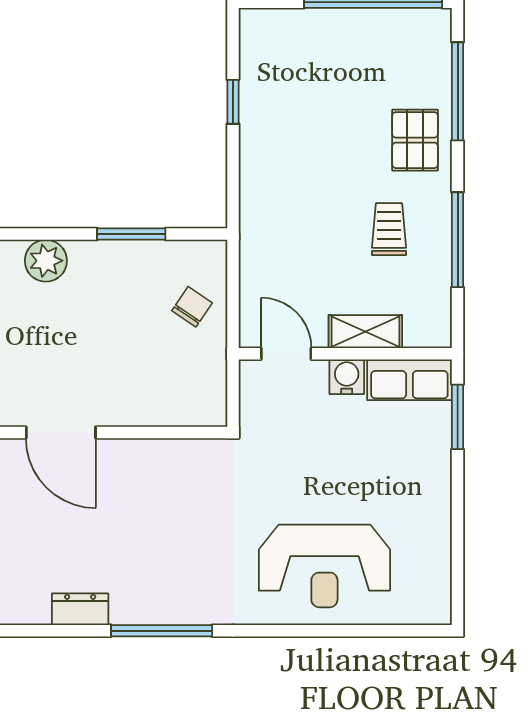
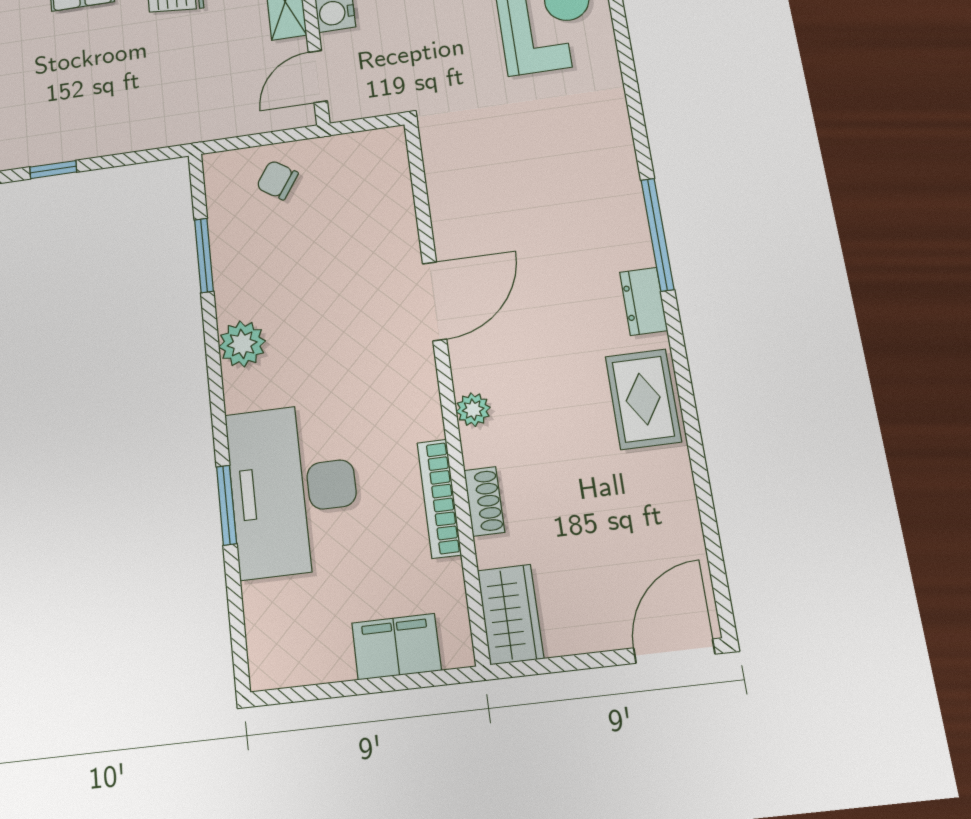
dresser: (80, 609) -> (644, 301), moved
window: (162, 631) -> (657, 234), moved

